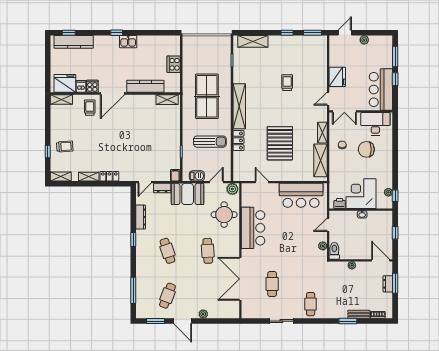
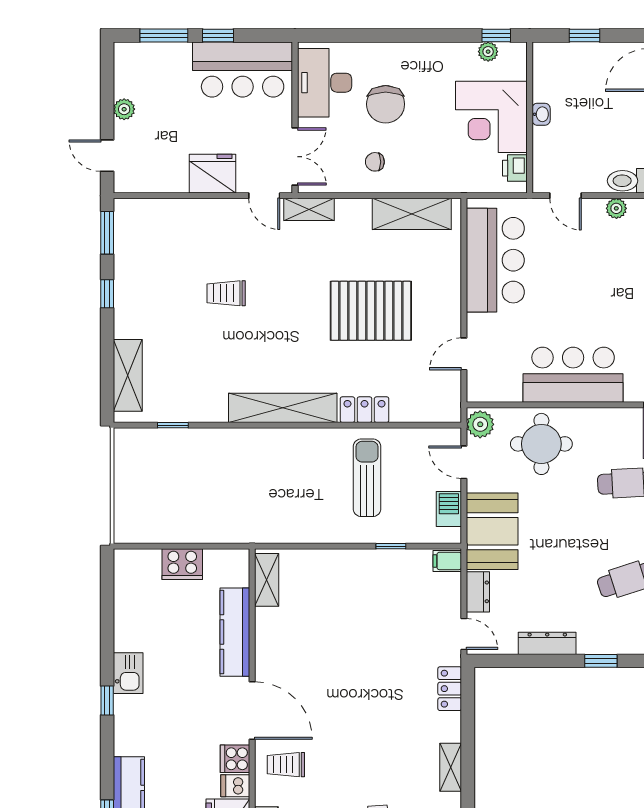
table tennis table: (207, 96) -> (259, 485), removed
shelving: (322, 133) -> (309, 209), moved
locker: (109, 176) -> (450, 689), moved

